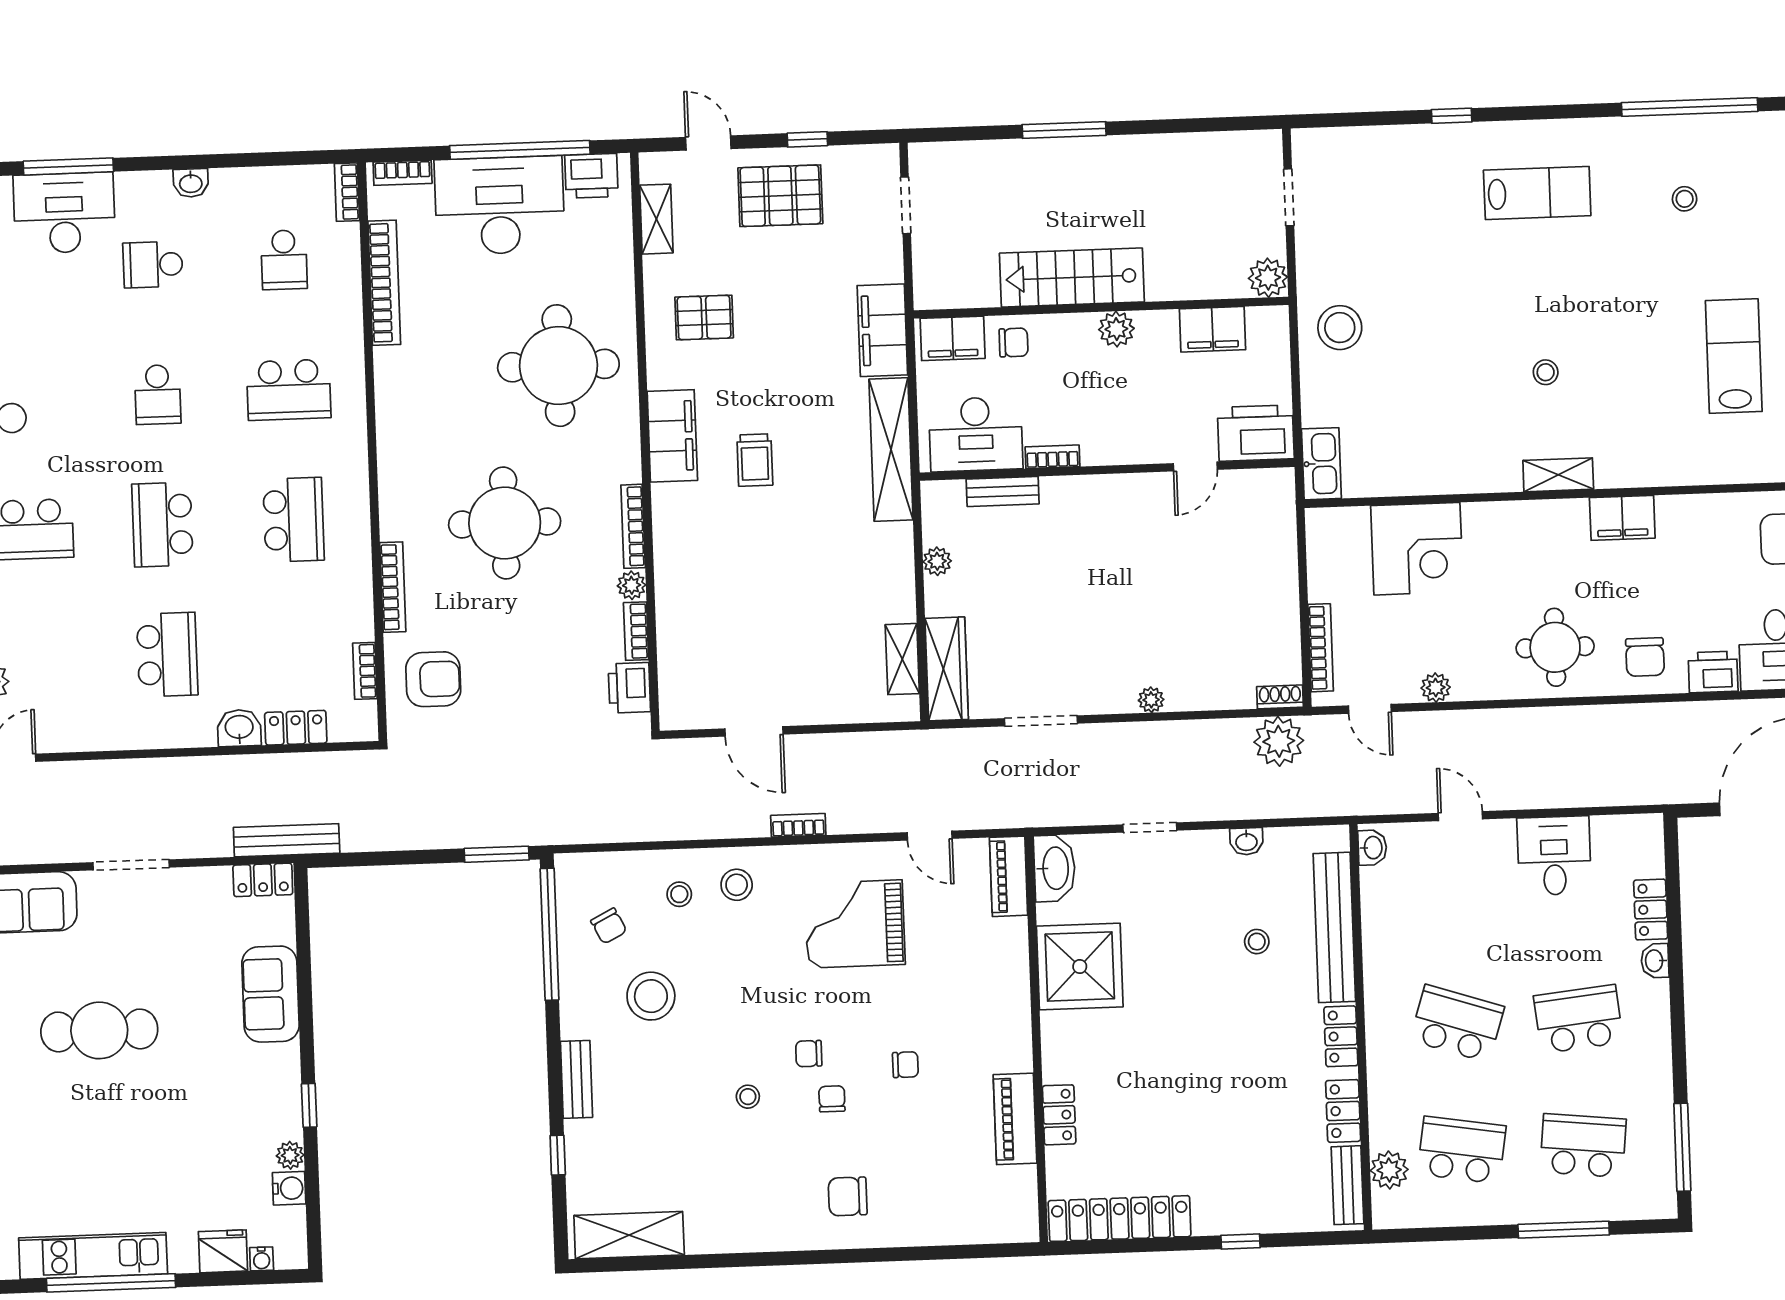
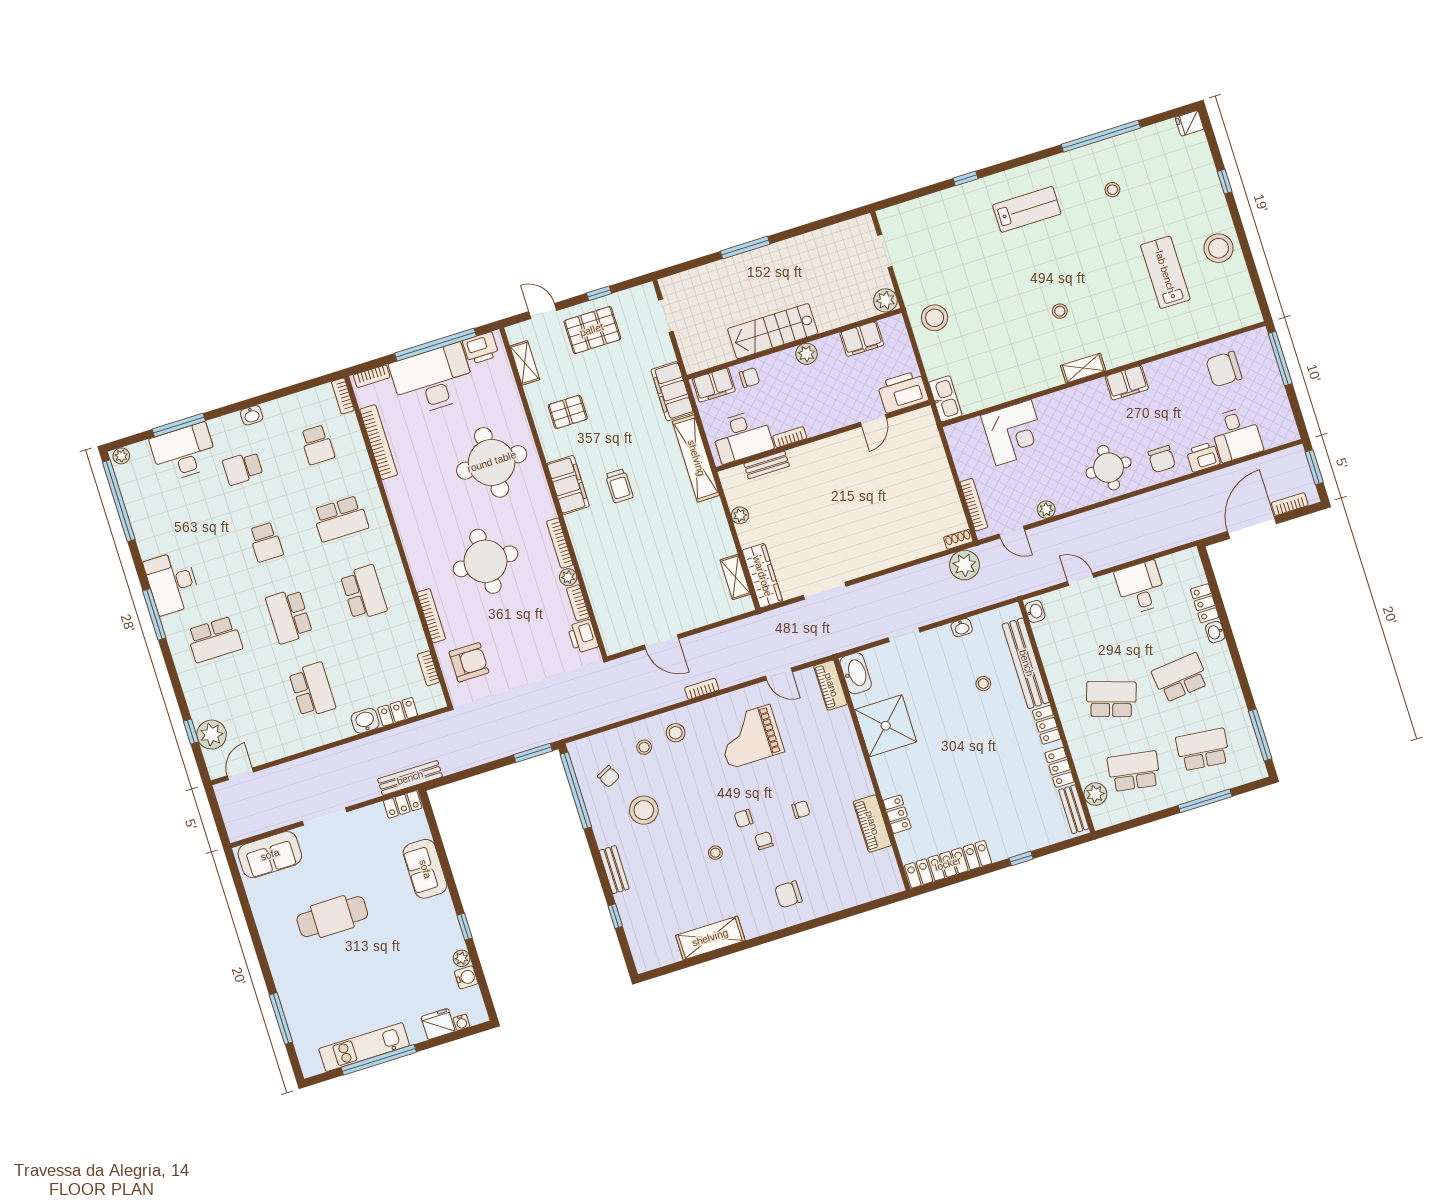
plant: (1151, 700) -> (885, 561), removed
shelving: (629, 1235) -> (710, 938), moved

